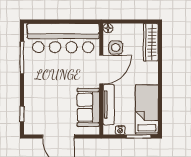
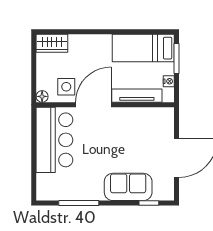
bar counter: (63, 38) -> (54, 140), width x0.73
wardrobe: (151, 42) -> (52, 43), width x0.67
door: (101, 70) -> (93, 105), hinge flipped
sofa: (88, 107) -> (128, 187), moved, turned 180

